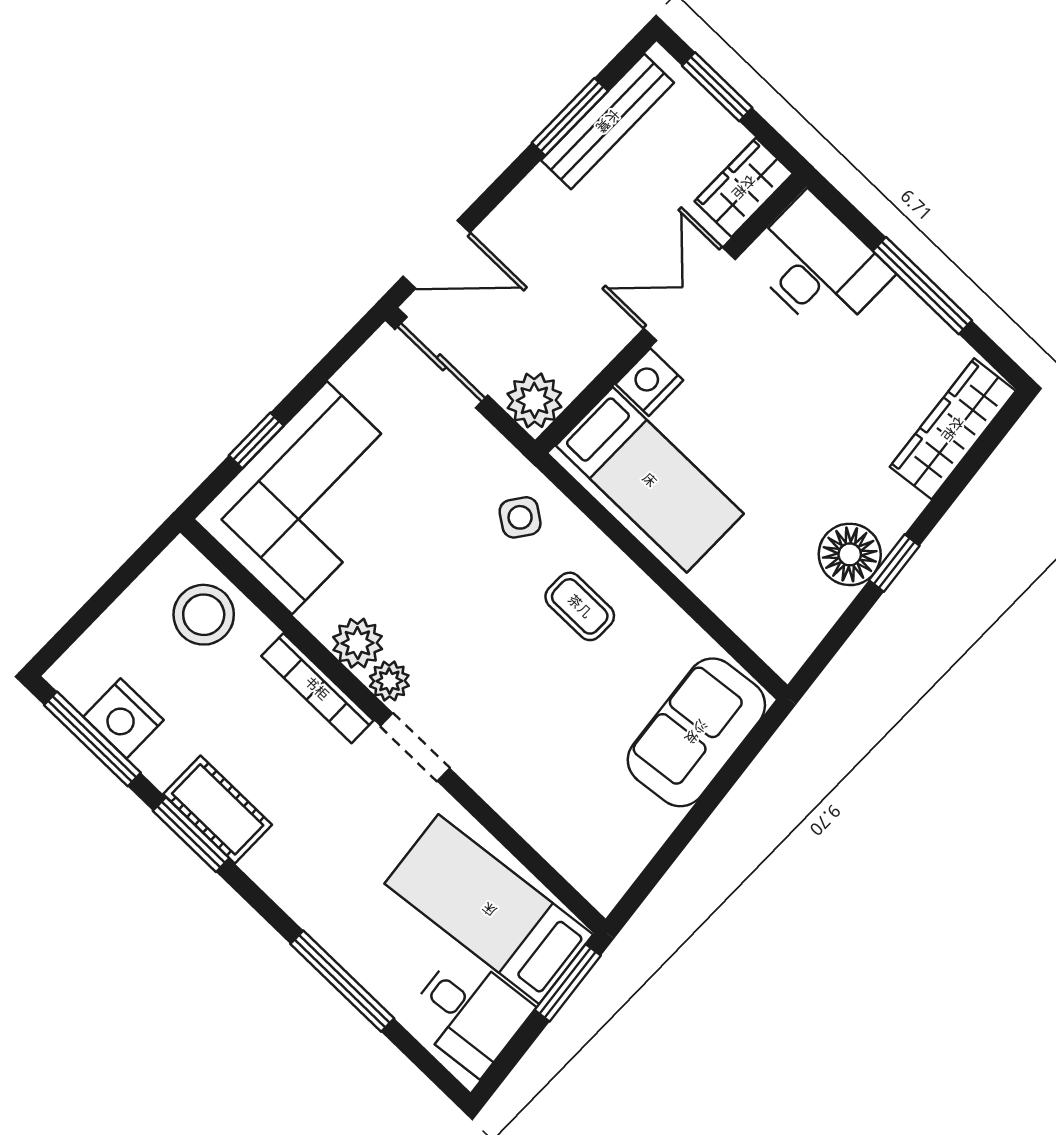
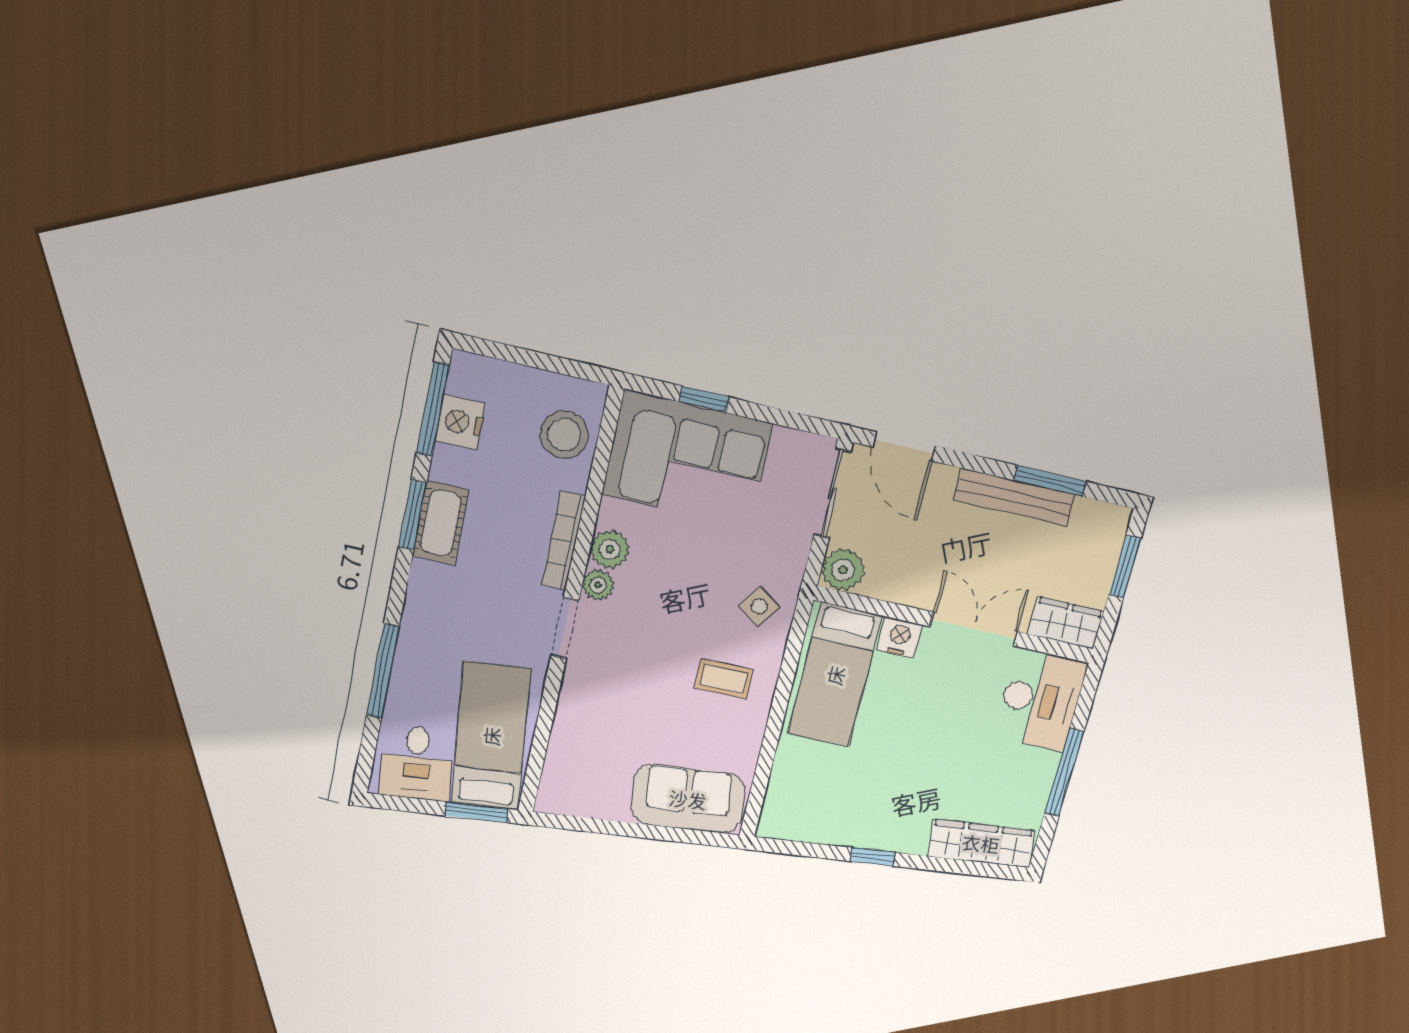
bench: (608, 121) -> (1014, 497), moved
floor lamp: (850, 554) -> (861, 827), removed
coffee table: (580, 606) -> (724, 679), turned 90

